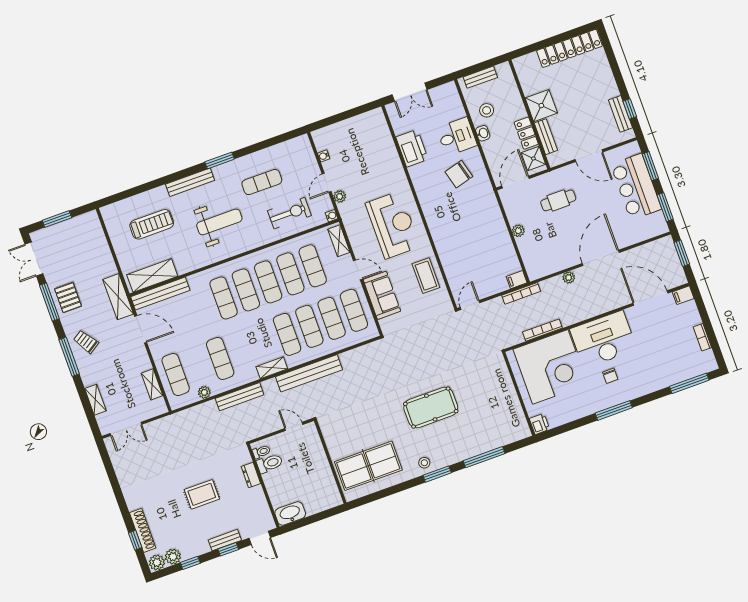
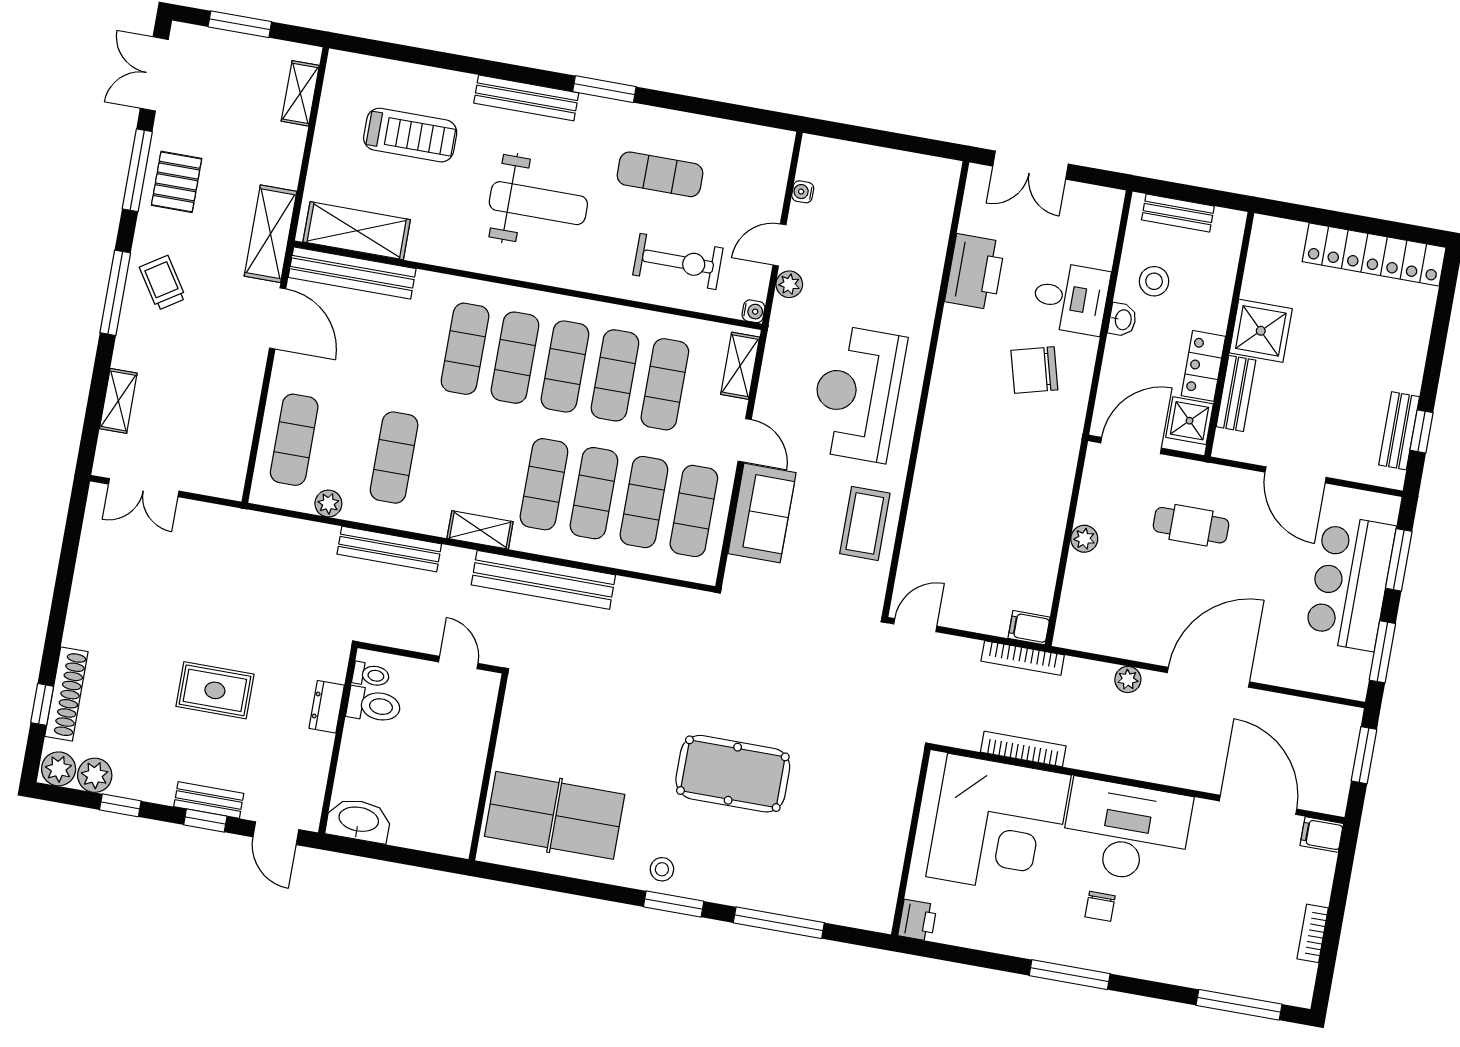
reception desk: (393, 225) -> (857, 394), turned 180
shelving: (152, 384) -> (300, 93), moved

